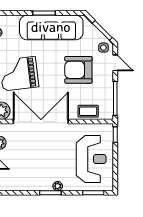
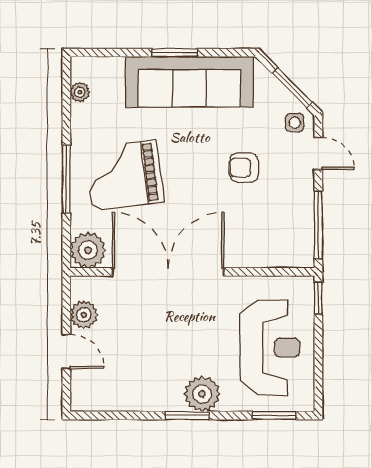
armchair: (78, 70) -> (244, 168), width x0.53, depth x0.53
coffee table: (88, 111) -> (264, 251), removed
plant: (58, 186) -> (202, 394), width x1.88, depth x1.88

